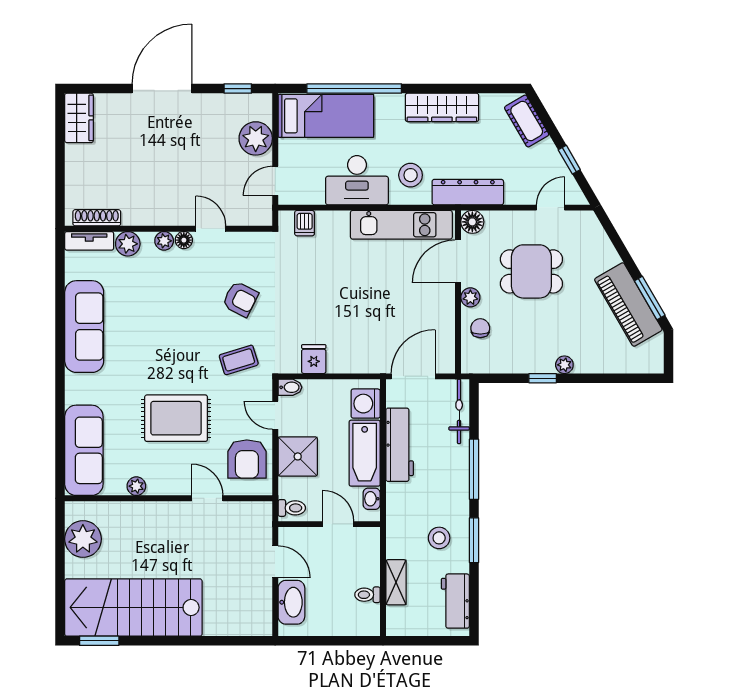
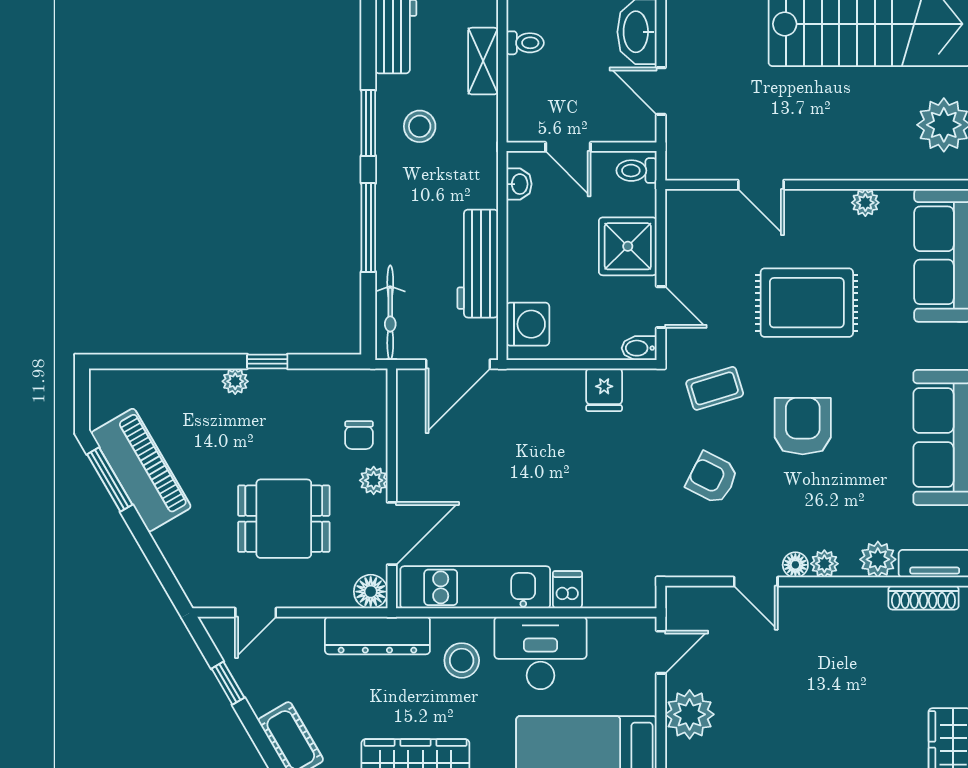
dishwasher: (305, 223) -> (567, 590), moved
bathtub: (365, 453) -> (529, 251), removed
armchair: (247, 459) -> (803, 426), moved

